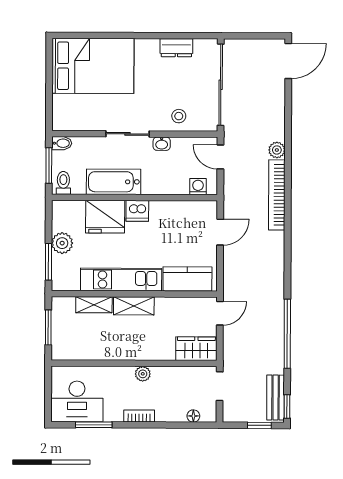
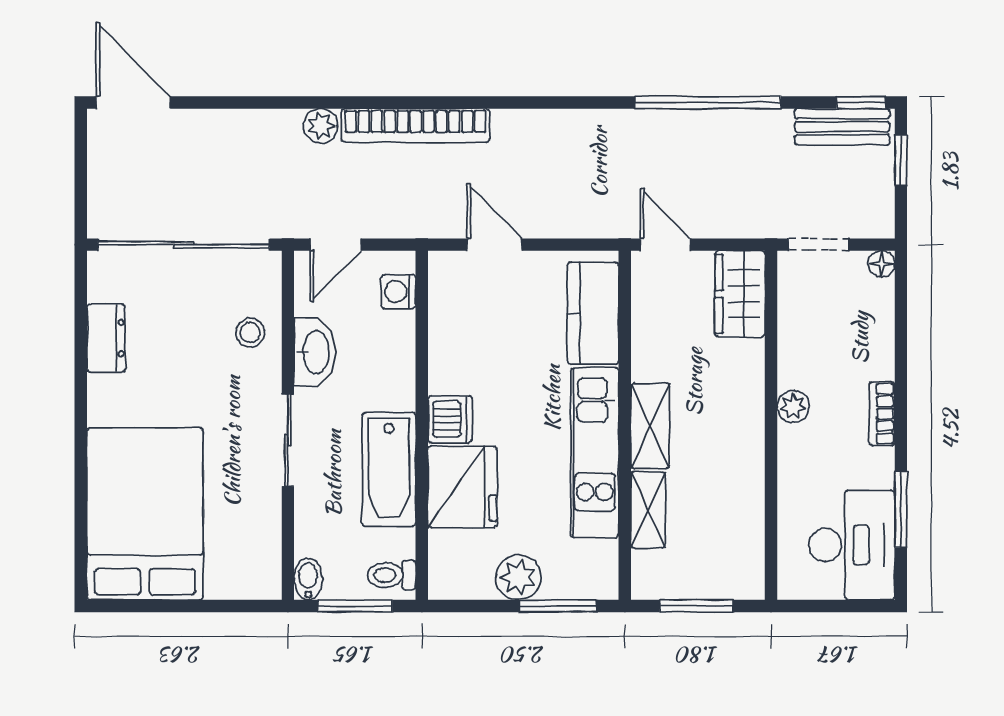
washbasin: (162, 144) -> (315, 352), width x1.91, depth x1.45
floor lamp: (193, 416) -> (882, 264), moved

